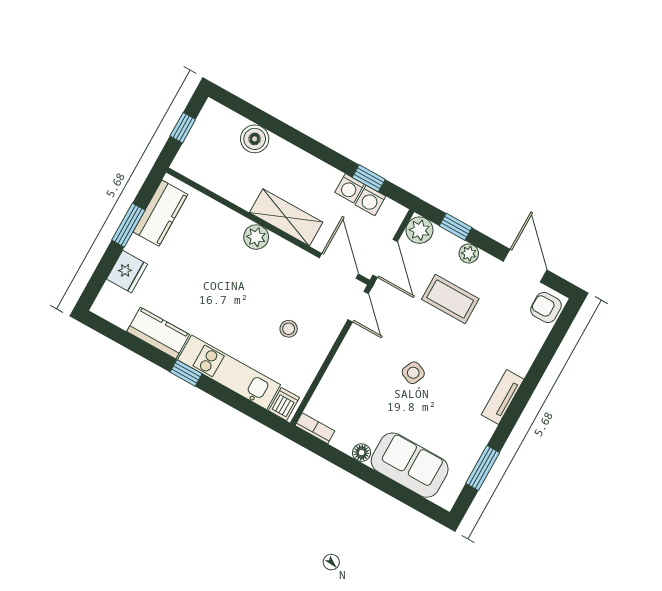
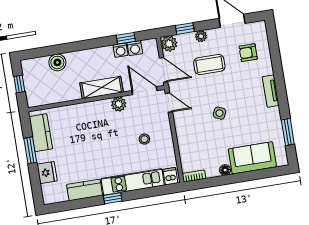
plant: (256, 237) -> (119, 104), moved
armchair: (546, 308) -> (248, 53), moved

